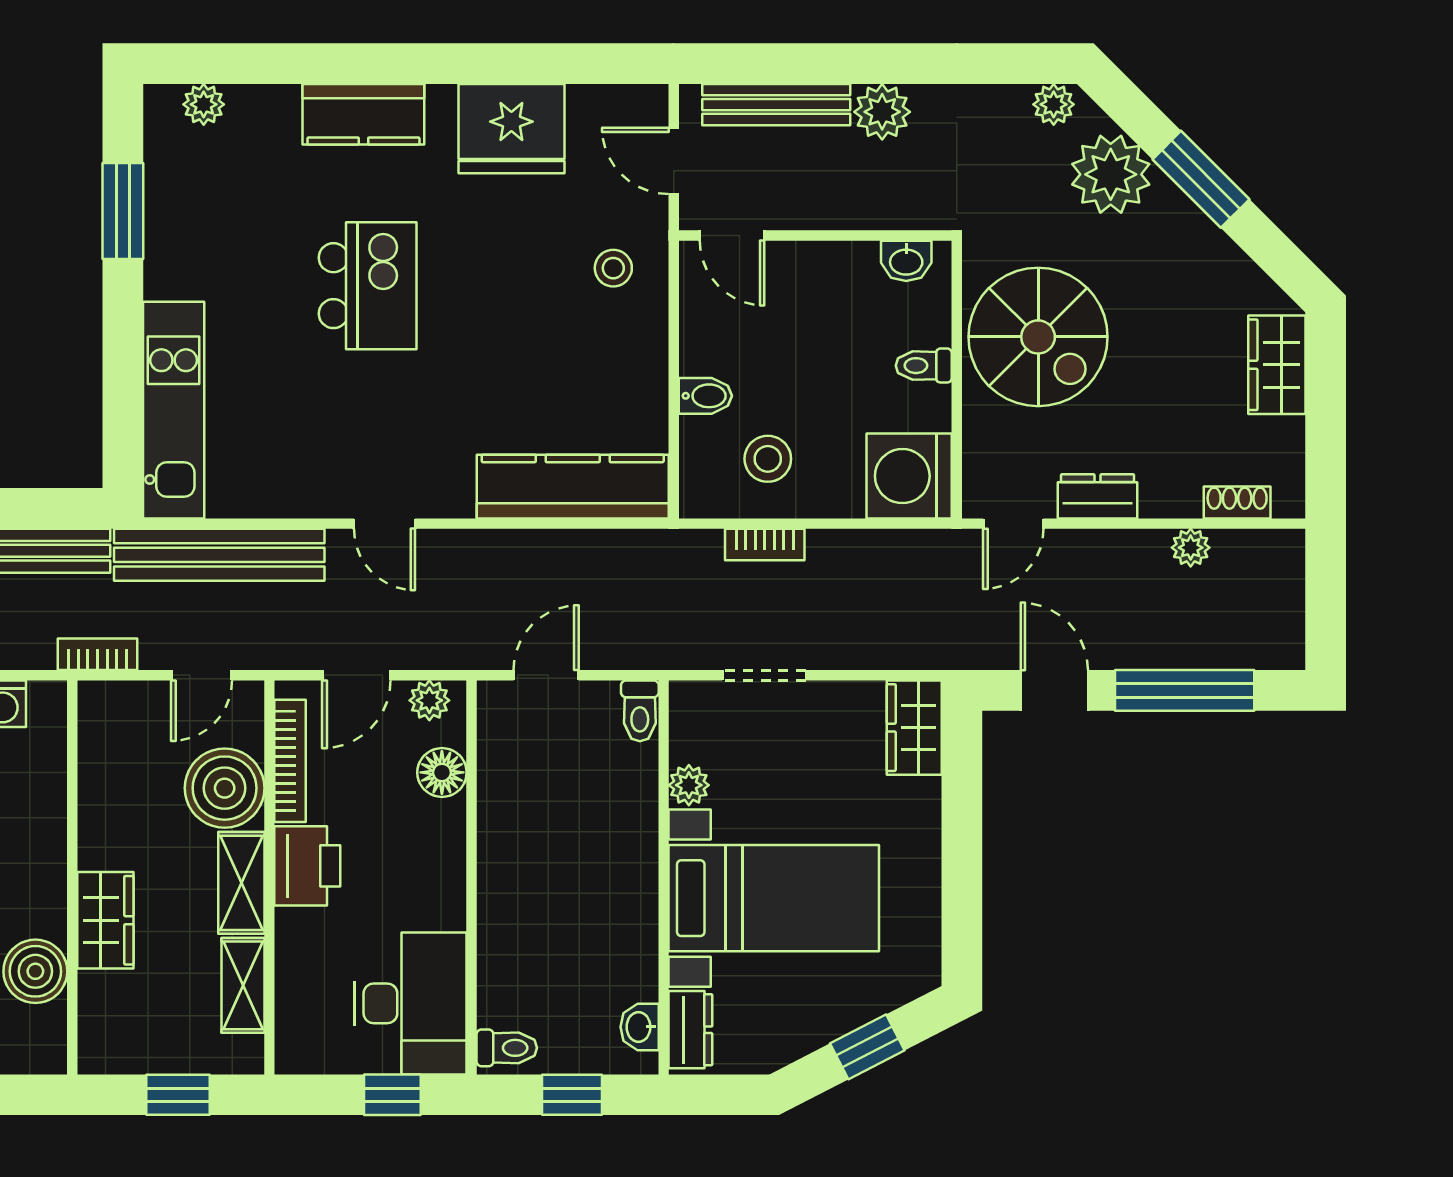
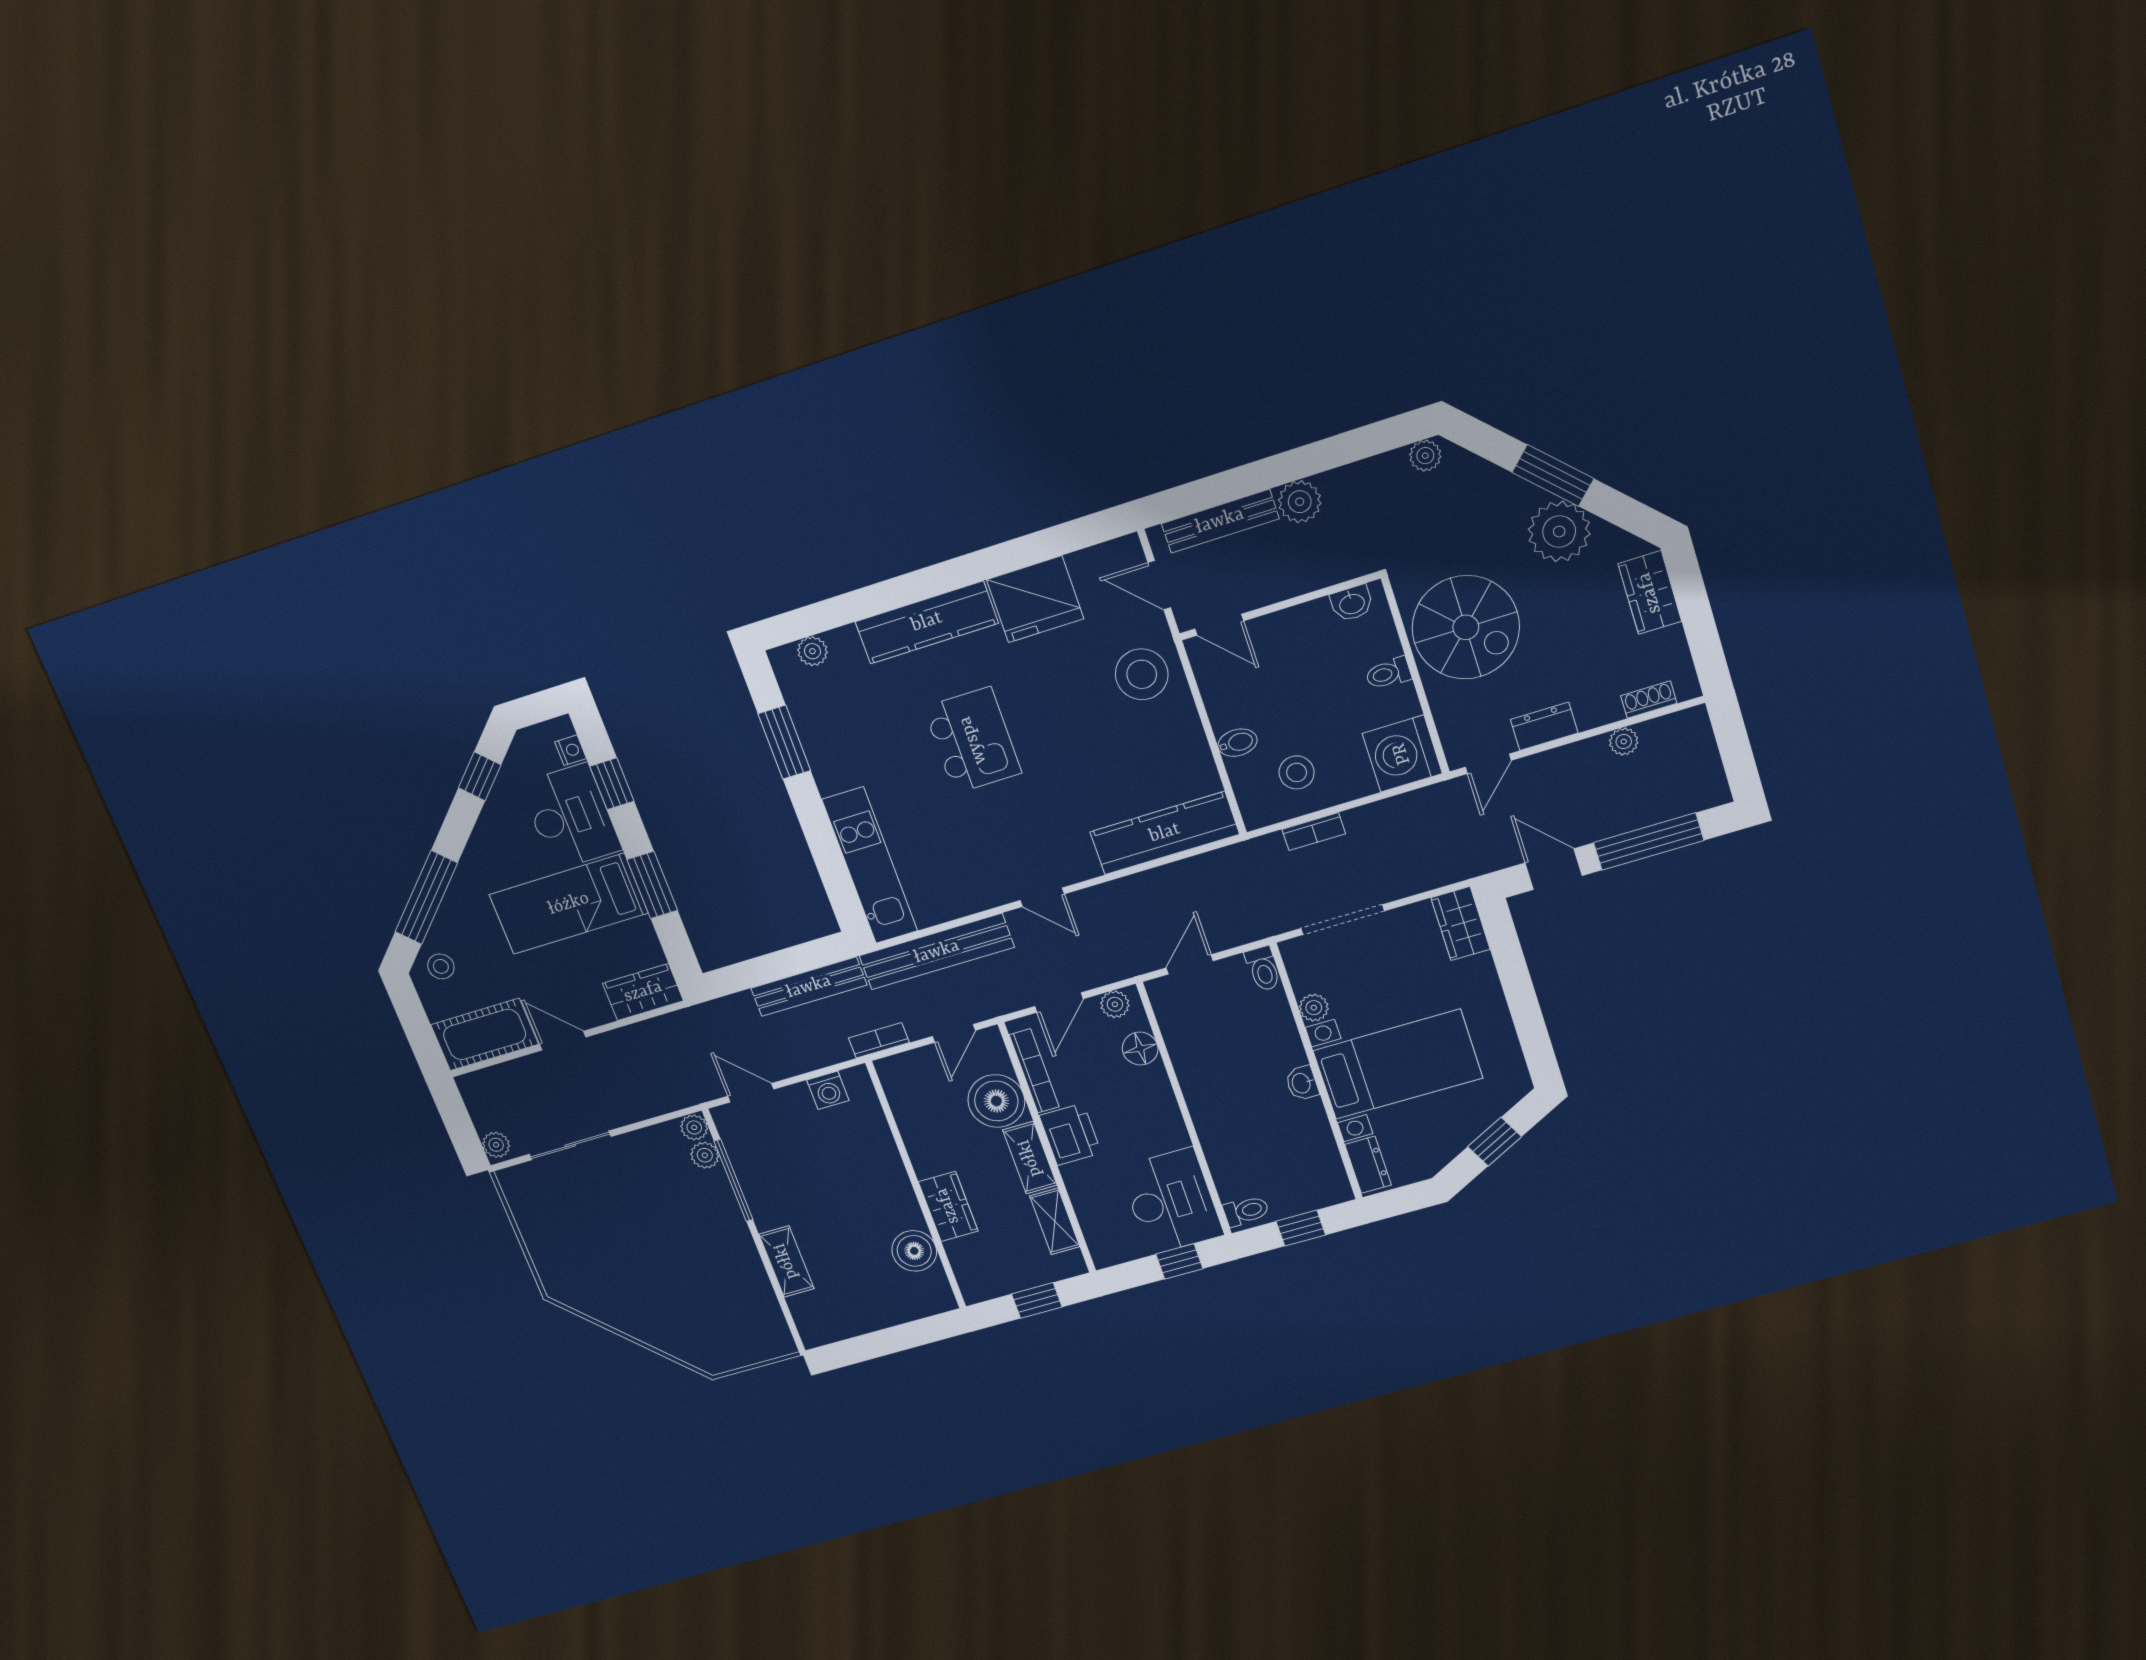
kitchen counter: (363, 114) -> (927, 622), width x1.50
plant: (1111, 174) -> (1559, 532), moved
stool: (613, 268) -> (1142, 674), width x1.89, depth x1.89
doorway: (764, 675) -> (1343, 920), width x1.38
washbasin: (640, 1027) -> (1302, 1083), moved

